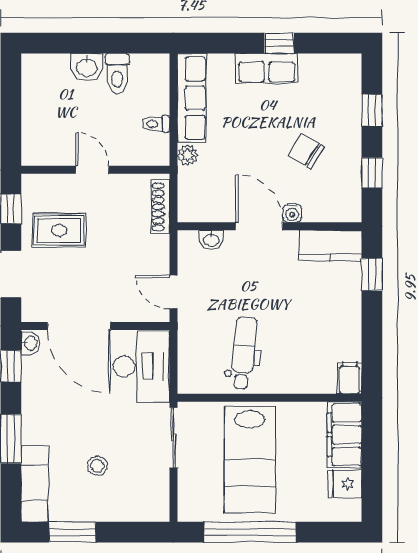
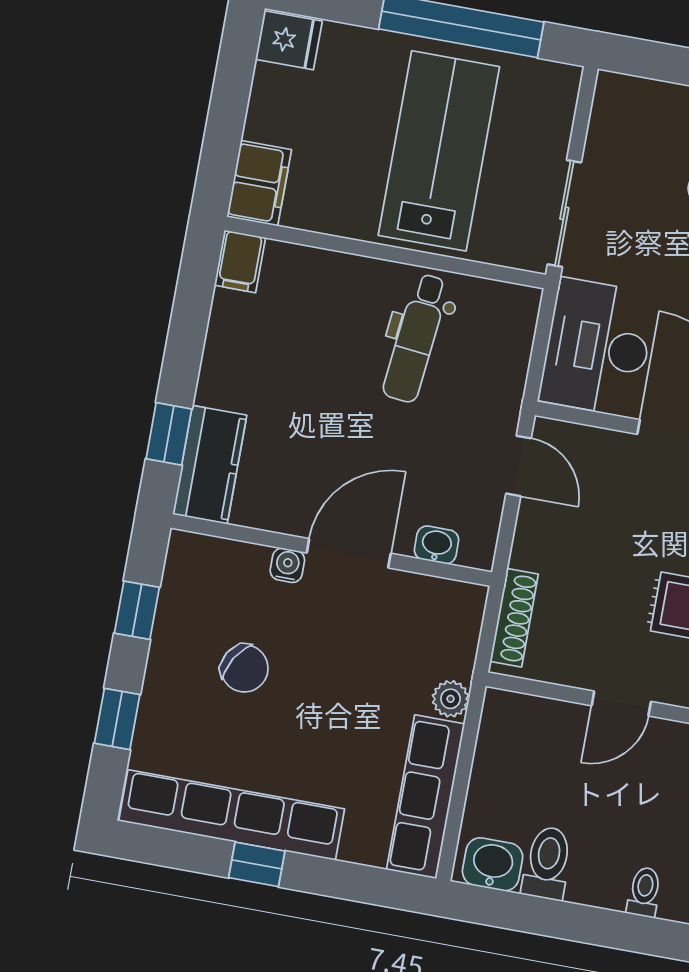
washbasin: (87, 67) -> (493, 864), moved
row of seats: (267, 68) -> (232, 815), width x2.02
toilet: (156, 124) -> (644, 892), moved, turned -90
door: (92, 170) -> (621, 704), hinge flipped
door: (259, 226) -> (349, 553), swing flipped
kitchen counter: (330, 246) -> (210, 465), moved, turned 90
filing cabinet: (344, 435) -> (259, 183), width x0.67, depth x0.86
fridge: (345, 484) -> (289, 40), moved

